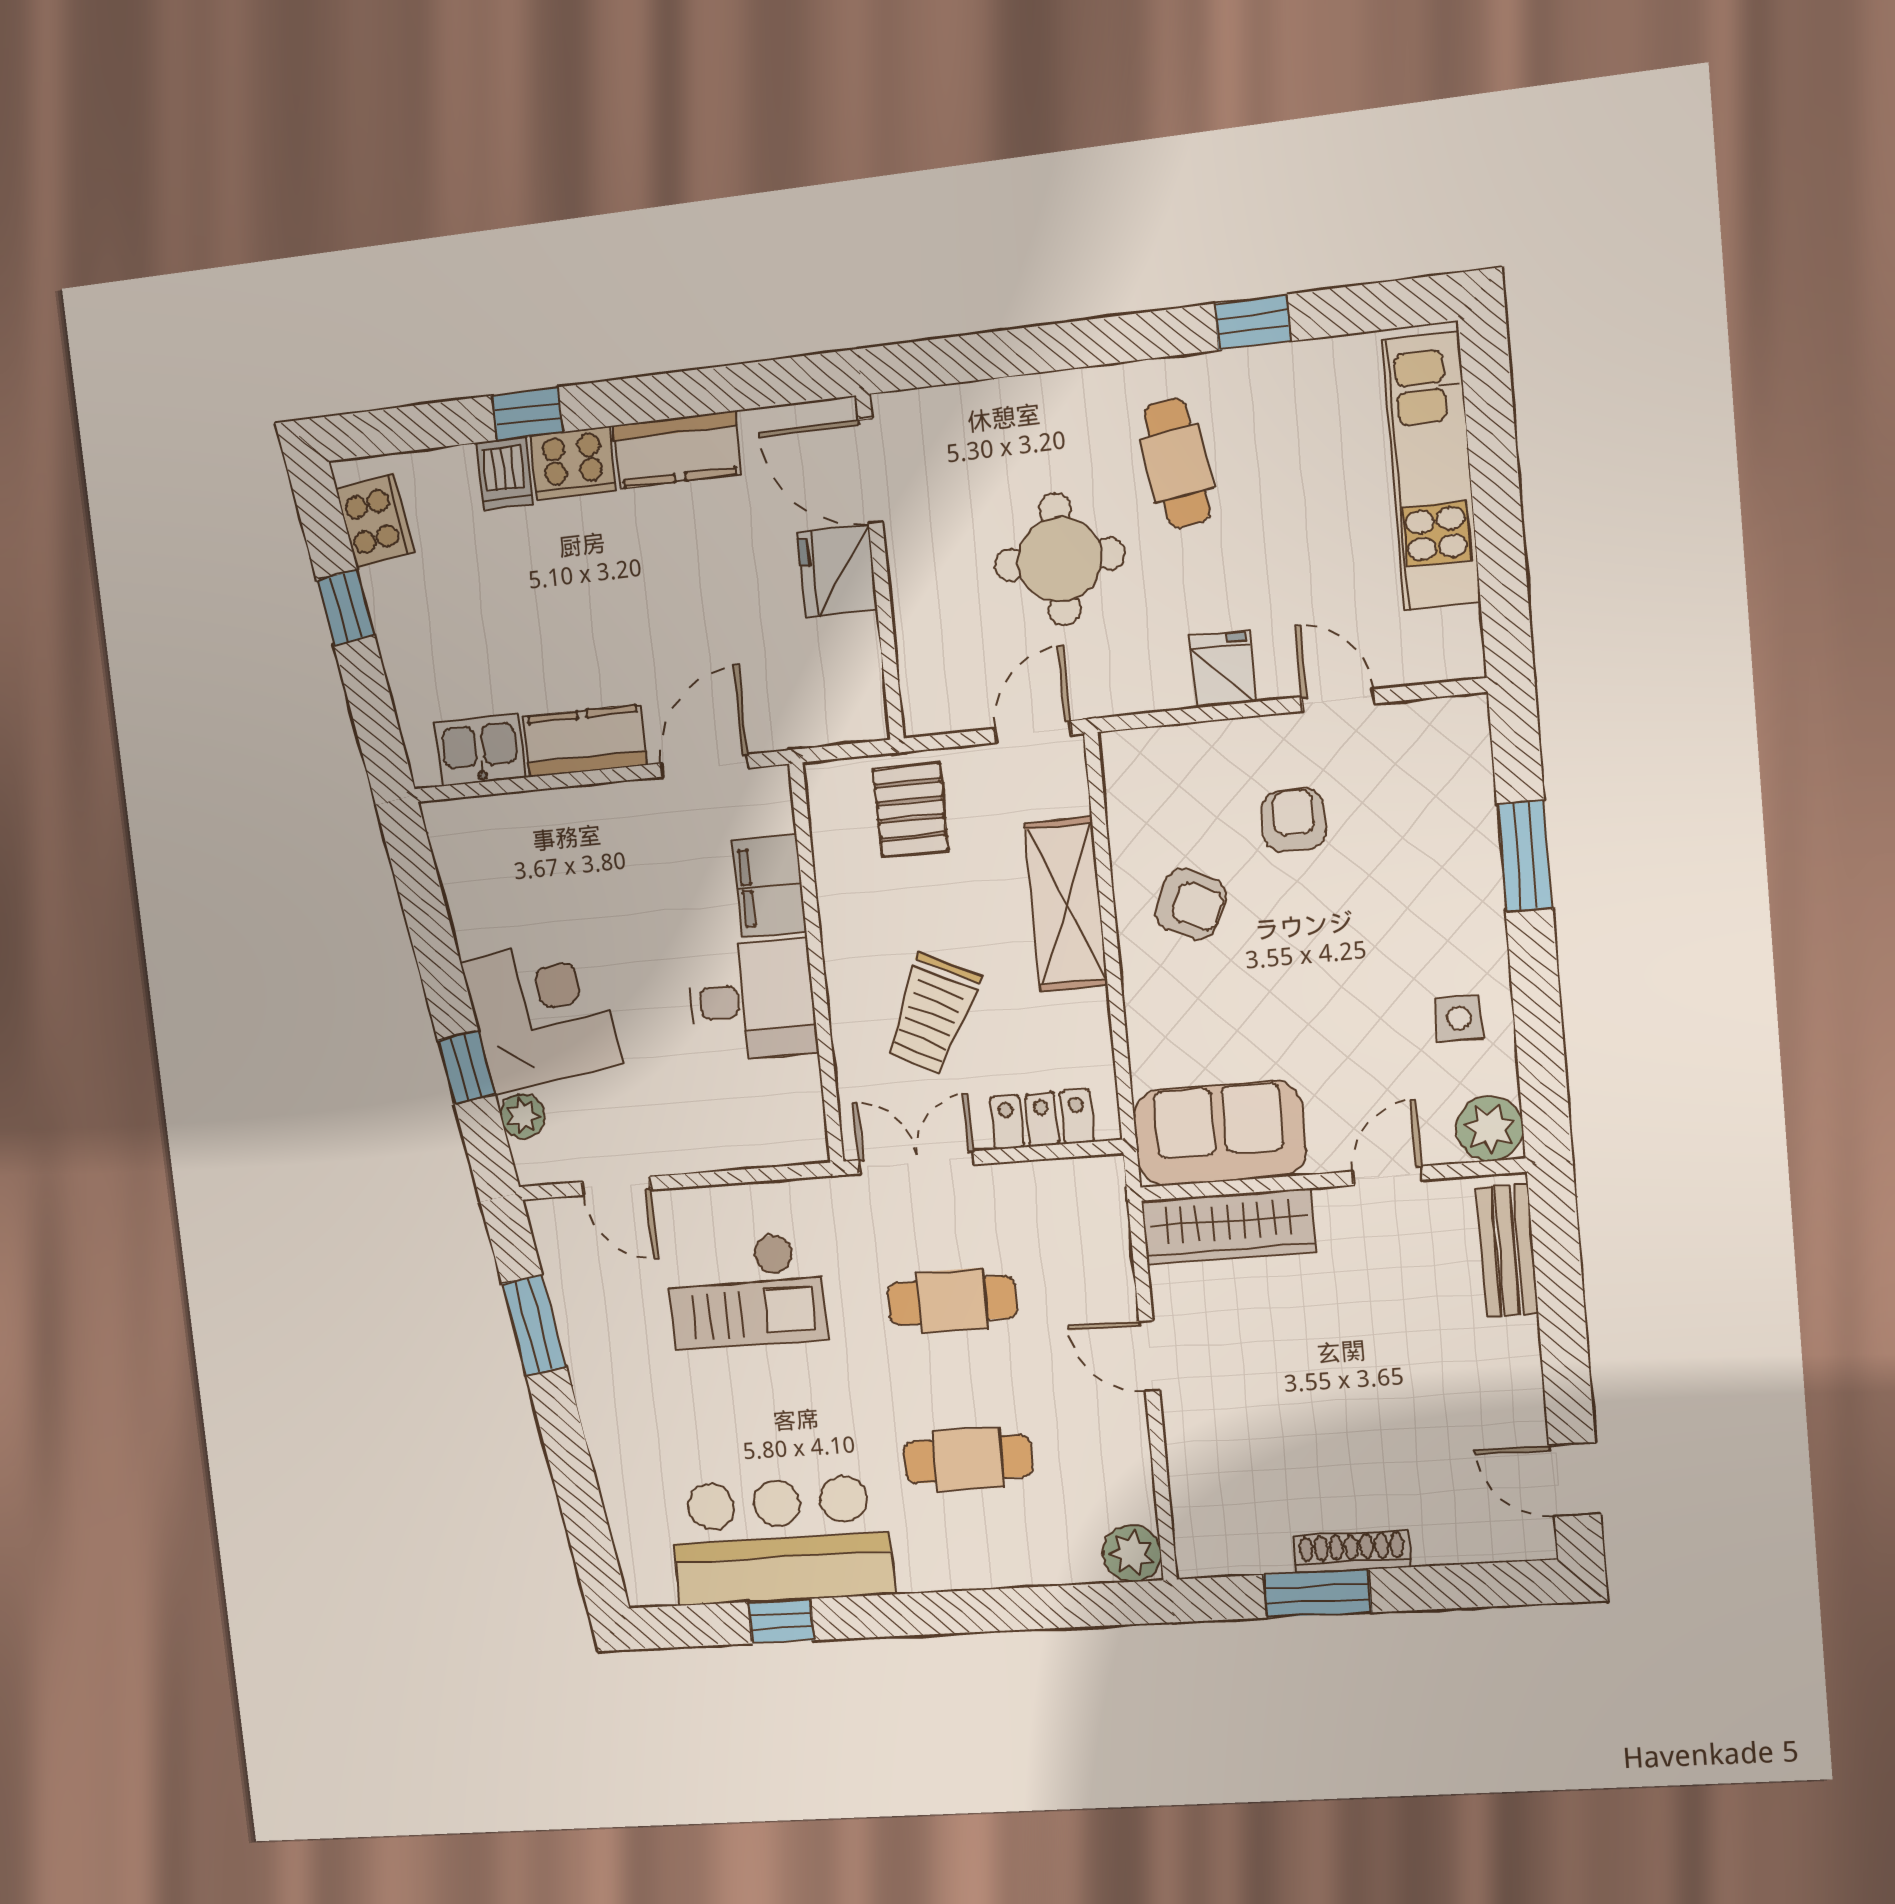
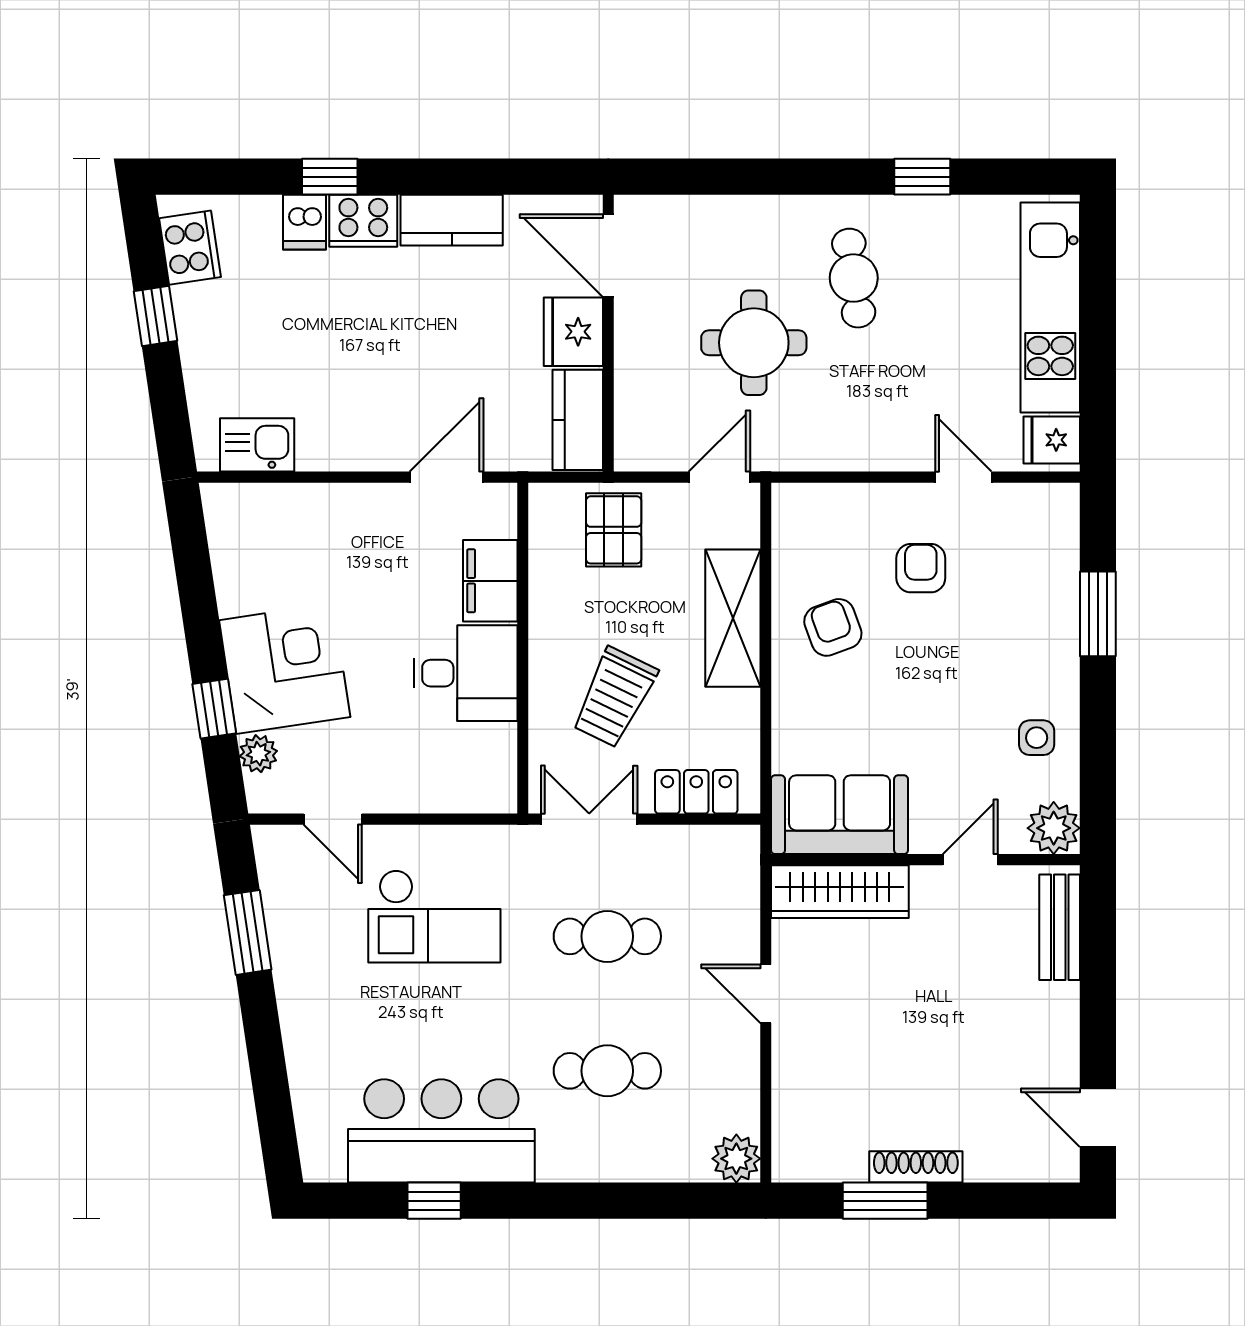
fridge: (1223, 670) -> (1052, 440), moved, turned -90
kitchen counter: (585, 741) -> (578, 420), moved, turned -90
armchair: (1191, 904) -> (833, 627), turned -134

